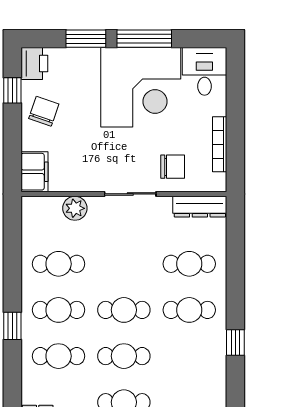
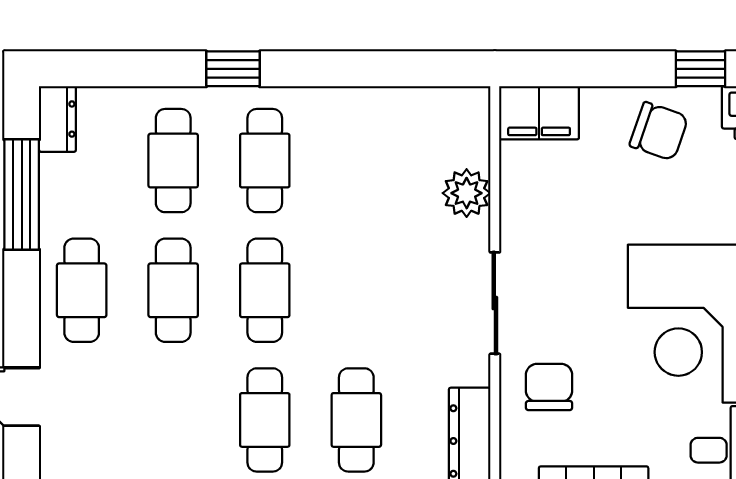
chair: (173, 167) -> (549, 387), turned 180
cafe table: (59, 264) -> (356, 161), removed

